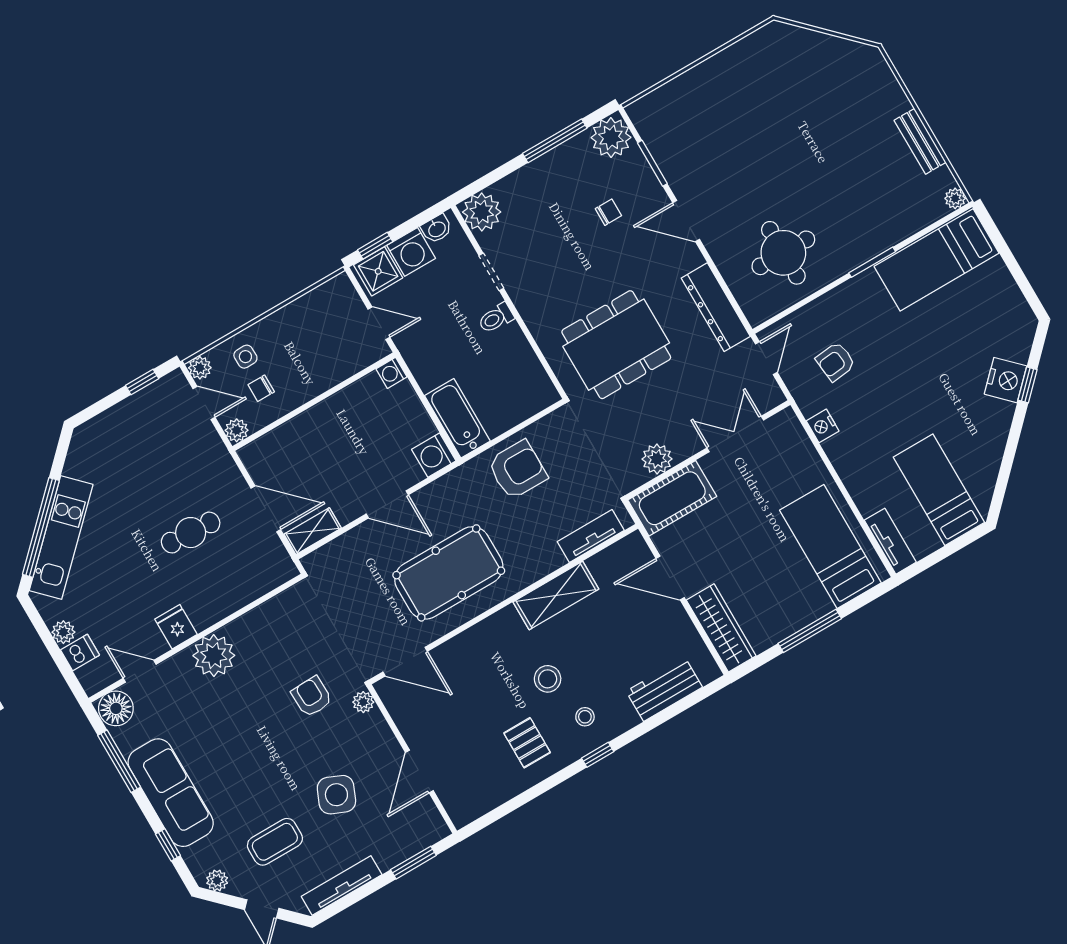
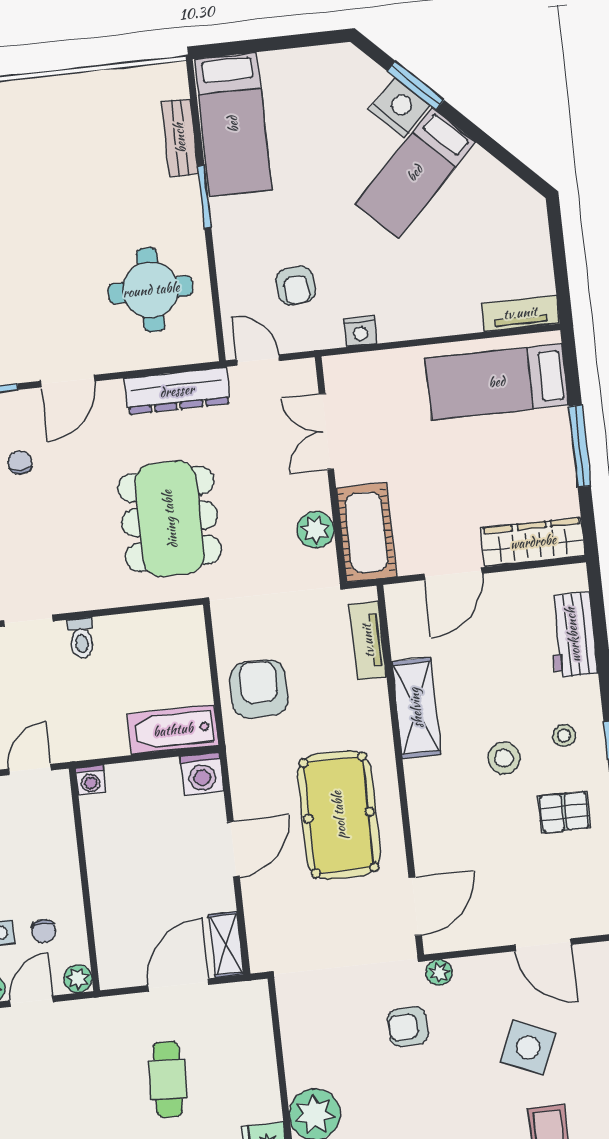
bench: (920, 141) -> (180, 138), moved, turned 90
plant: (955, 198) -> (175, 74), removed
window: (1028, 385) -> (416, 86), width x1.50
bed: (939, 490) -> (415, 173), moved, turned -45

